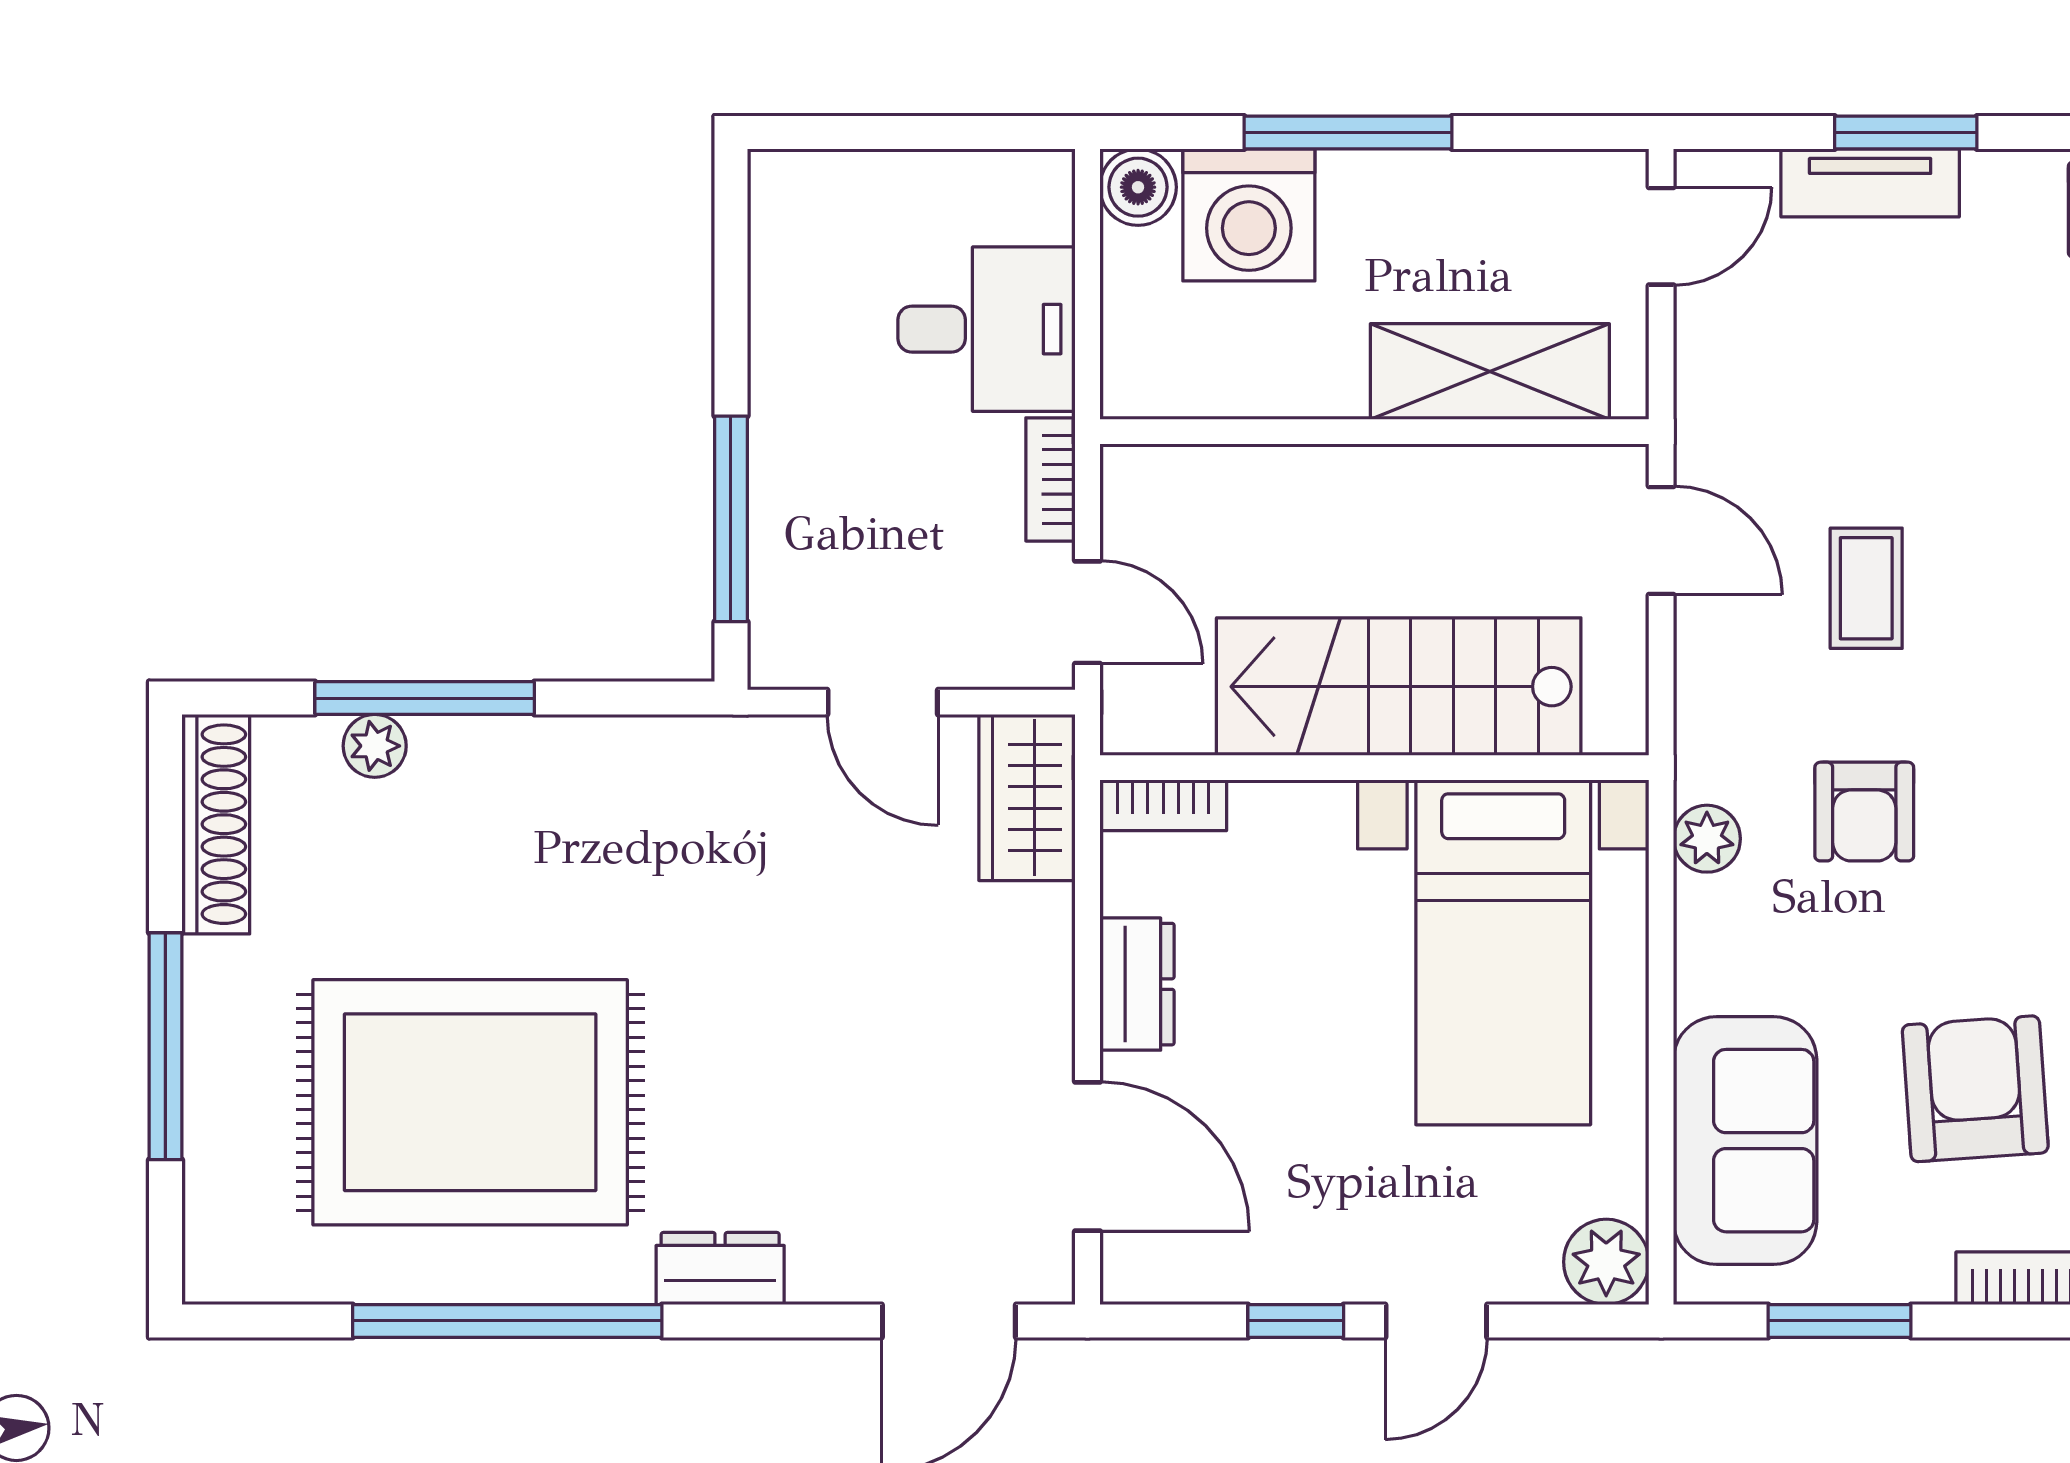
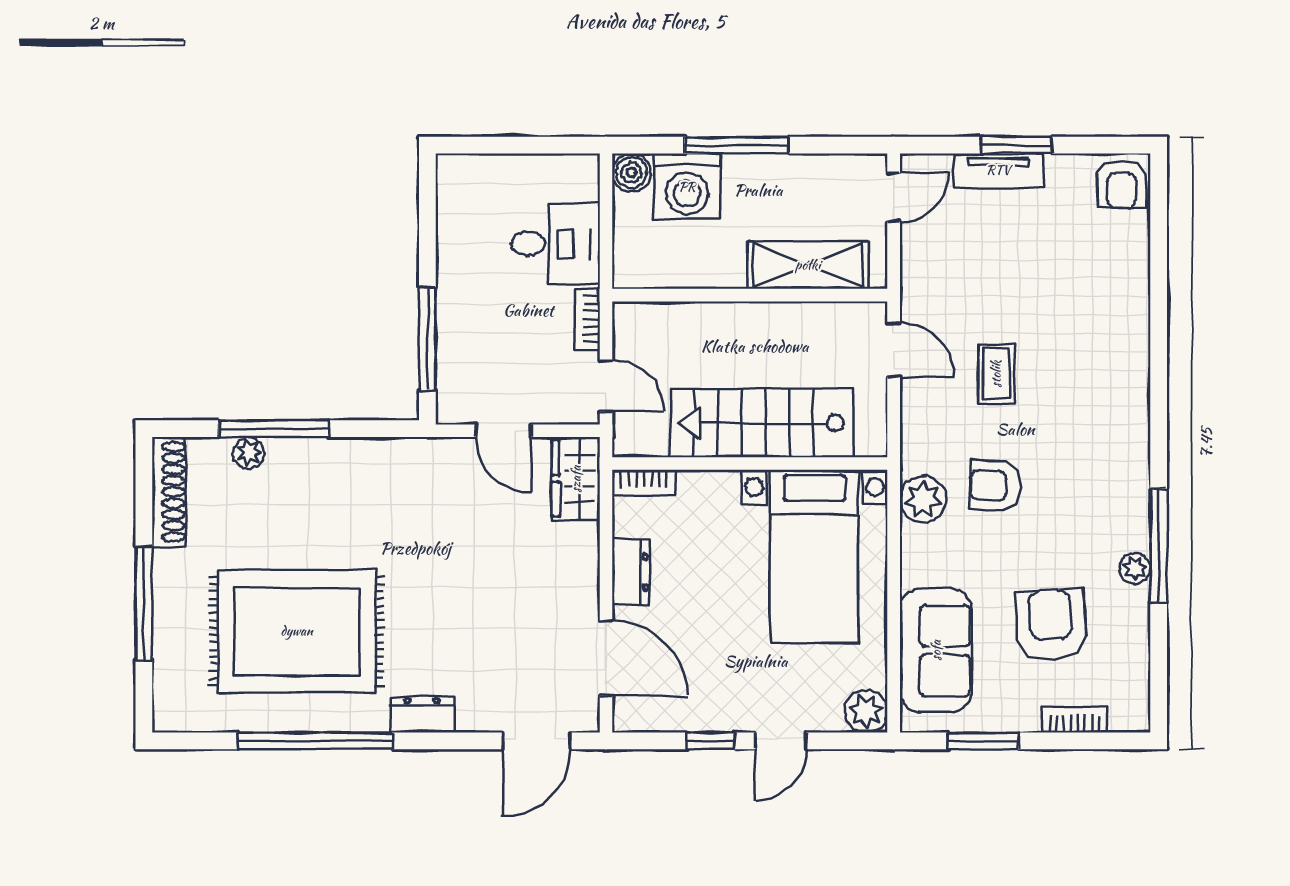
armchair: (1864, 812) -> (995, 486), turned 92
plant: (1707, 839) -> (923, 499), width x1.38, depth x1.38

